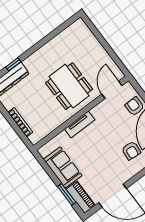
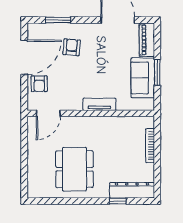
dining table: (69, 86) -> (75, 169), moved
window: (67, 194) -> (157, 72), moved

